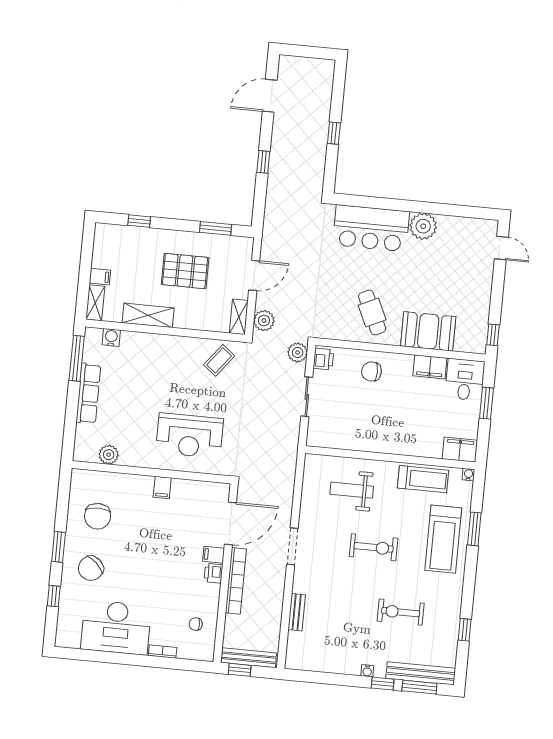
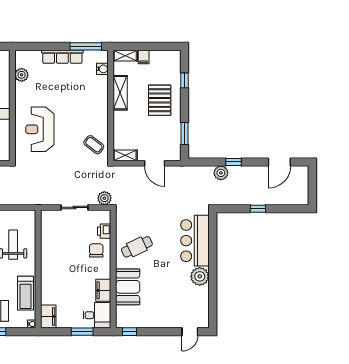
door: (270, 96) -> (279, 162), swing flipped
pallet: (185, 271) -> (160, 100), moved
plant: (264, 321) -> (221, 173), moved
printer: (323, 359) -> (104, 231), moved, turned 90

